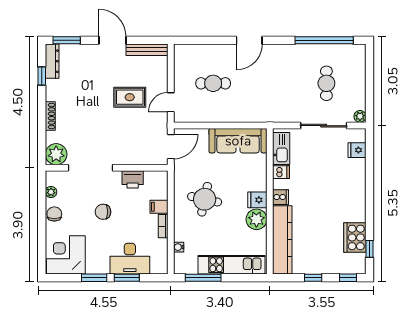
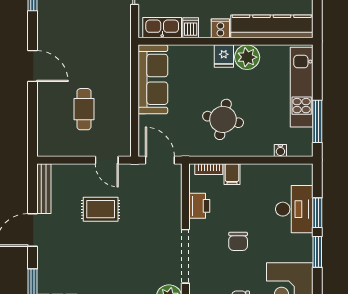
rug: (130, 97) -> (101, 209), turned 90
bookcase: (163, 226) -> (209, 169), moved

